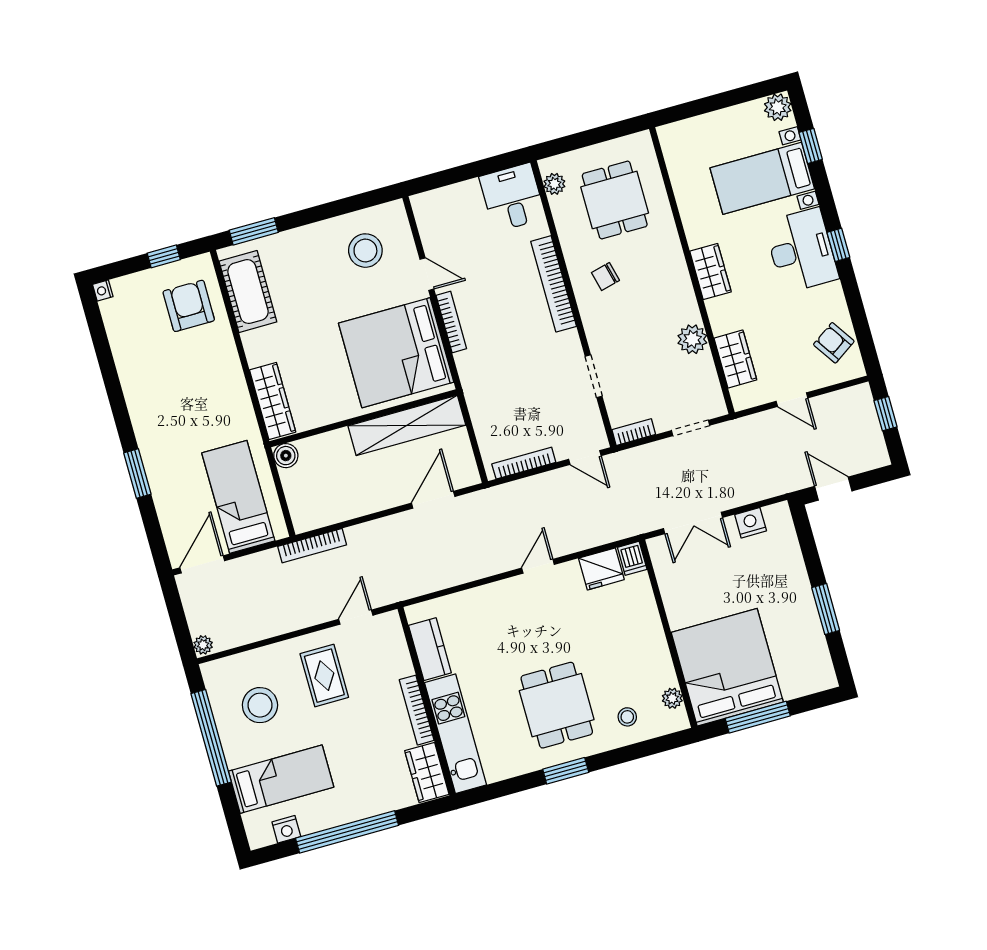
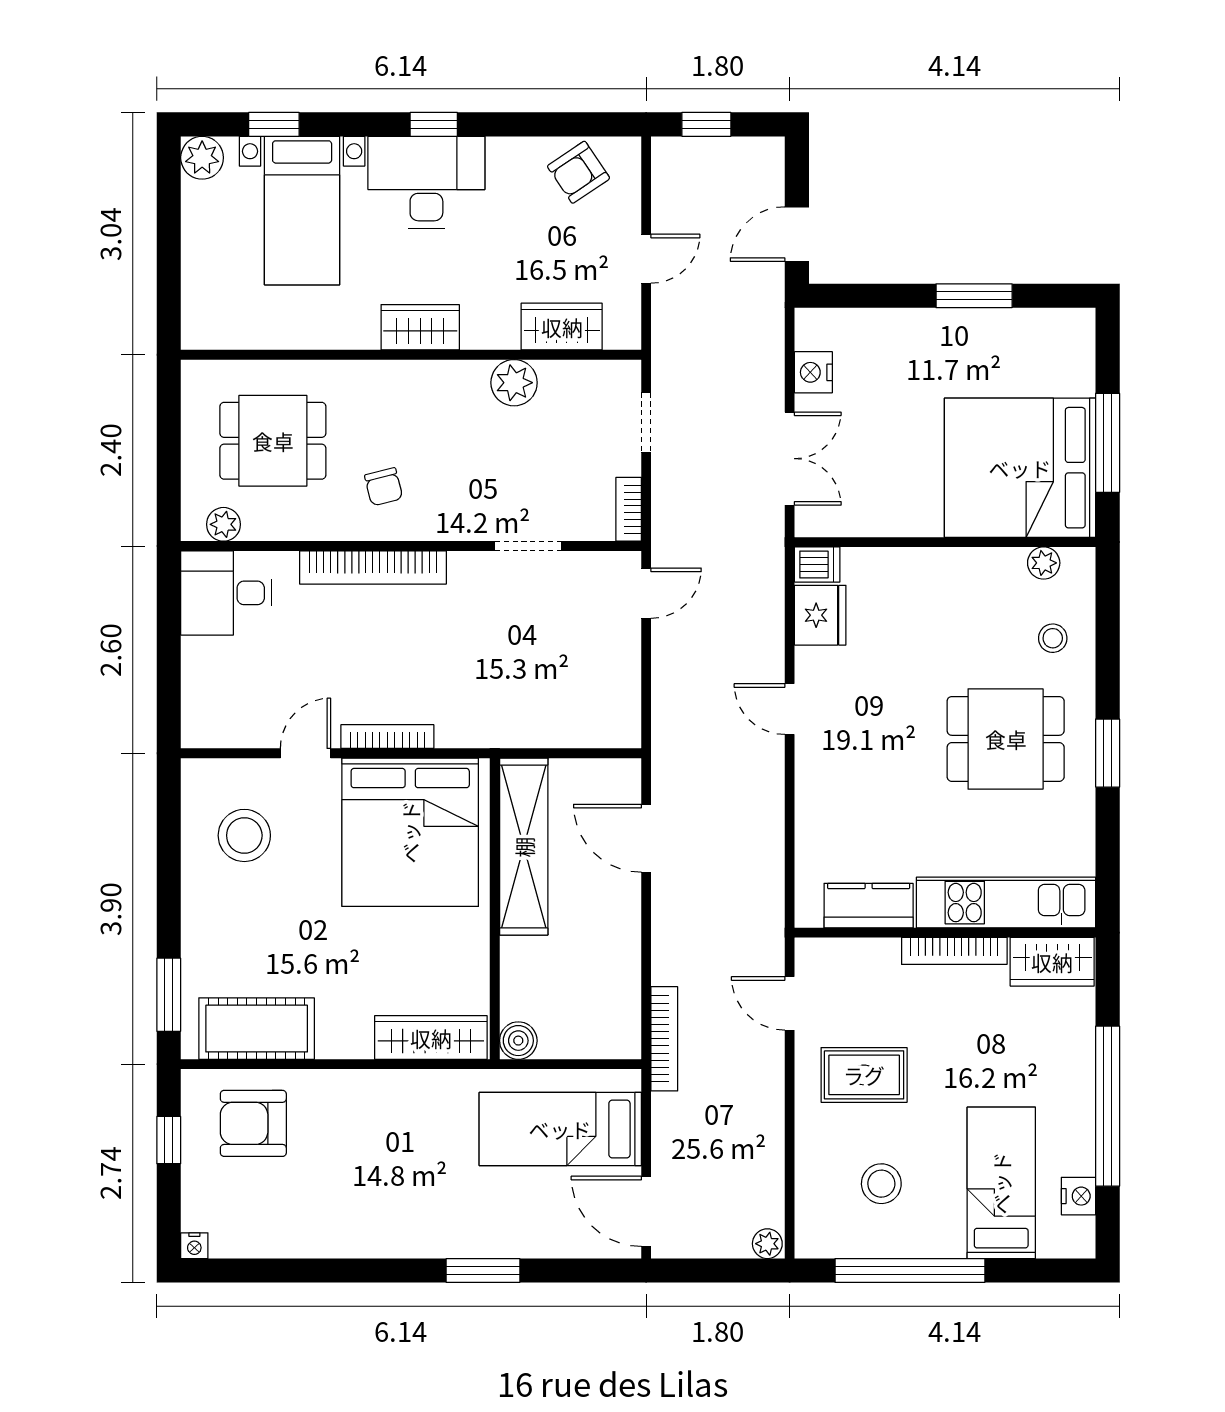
bookcase: (524, 463) -> (629, 687), removed
stool: (260, 705) -> (881, 1184), width x0.73, depth x0.73

